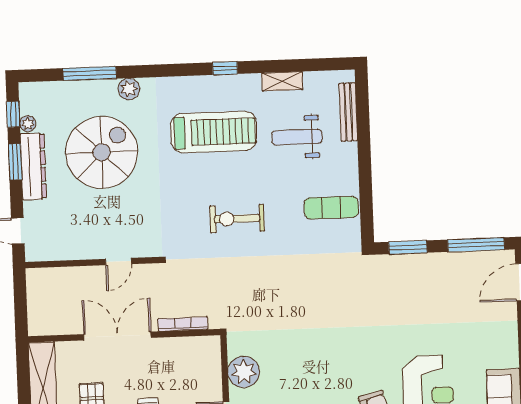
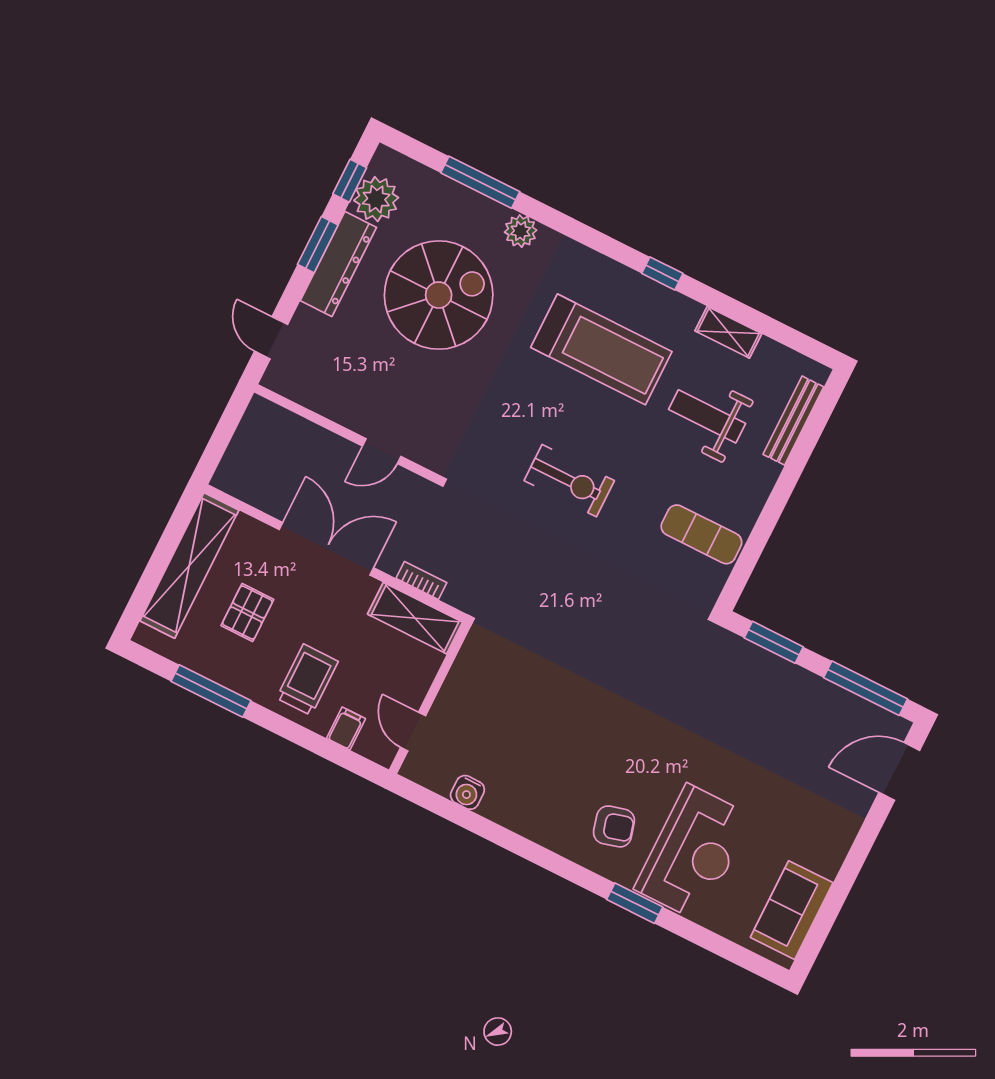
plant: (28, 124) -> (376, 199), width x1.87, depth x1.87
exercise bike: (237, 219) -> (569, 481), turned 180
bookcase: (183, 324) -> (421, 580), width x0.64
shelving: (191, 348) -> (415, 618), added
plant: (244, 372) -> (467, 688), removed

